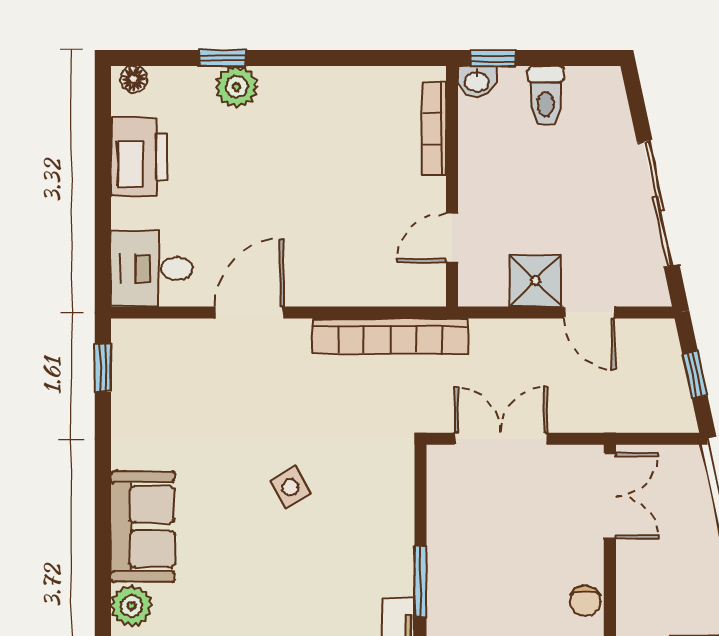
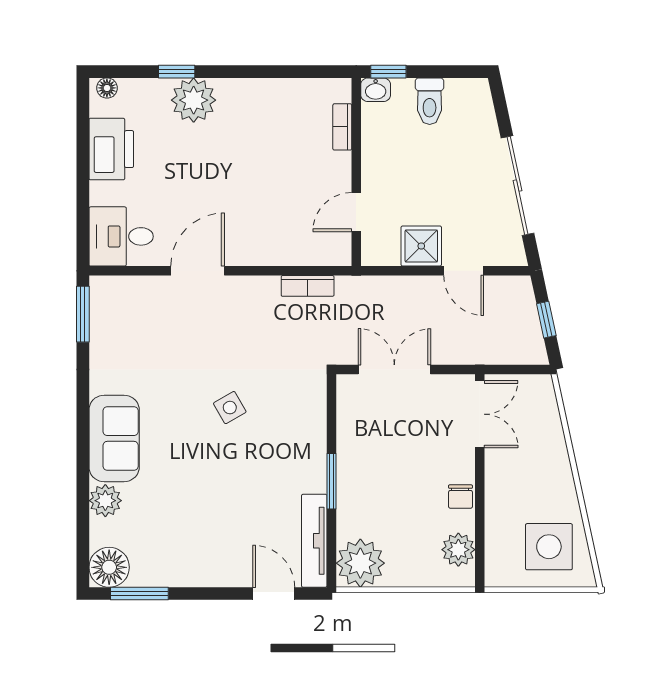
plant: (237, 87) -> (194, 100), width x1.36, depth x1.36
bookcase: (434, 129) -> (342, 127), width x0.64
bookcase: (390, 336) -> (308, 286), width x0.43, depth x0.76
window: (103, 368) -> (83, 314), width x1.50

